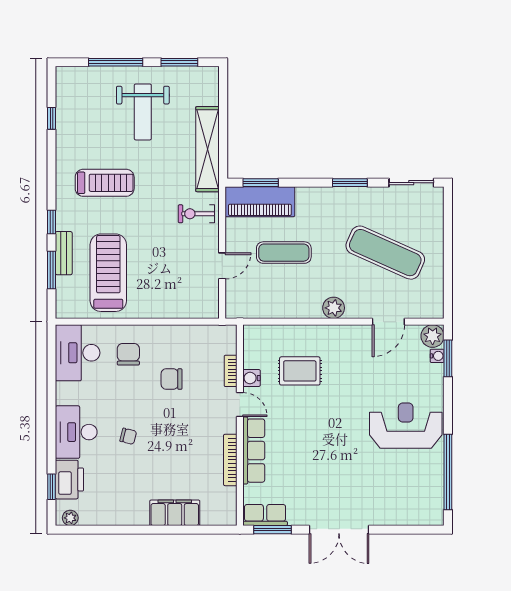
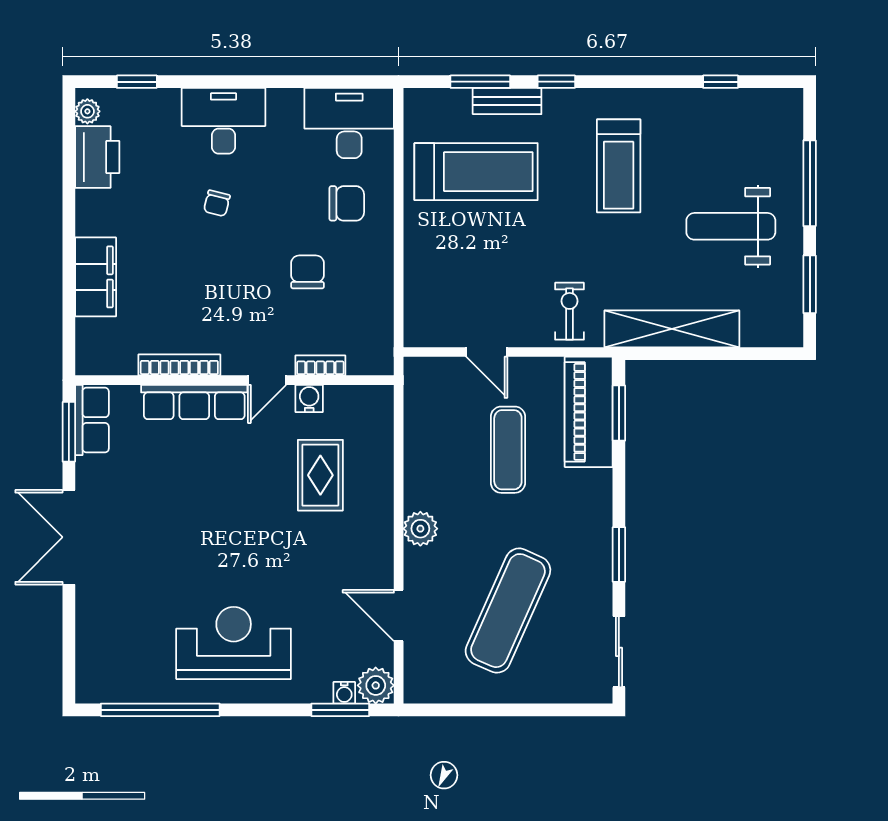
reception desk: (406, 426) -> (234, 643), turned -90
printer: (69, 480) -> (97, 157), moved, turned -90

